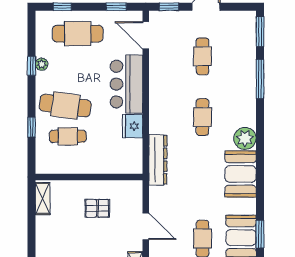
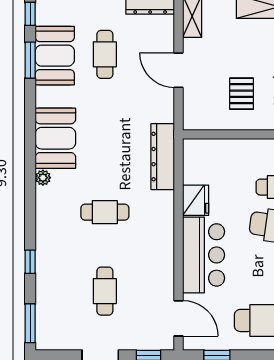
window: (260, 79) -> (30, 262), width x0.46
cafe table: (202, 117) -> (105, 212), turned 90
plant: (245, 138) -> (43, 178), width x0.53, depth x0.53
pallet: (97, 208) -> (242, 94), turned 90

